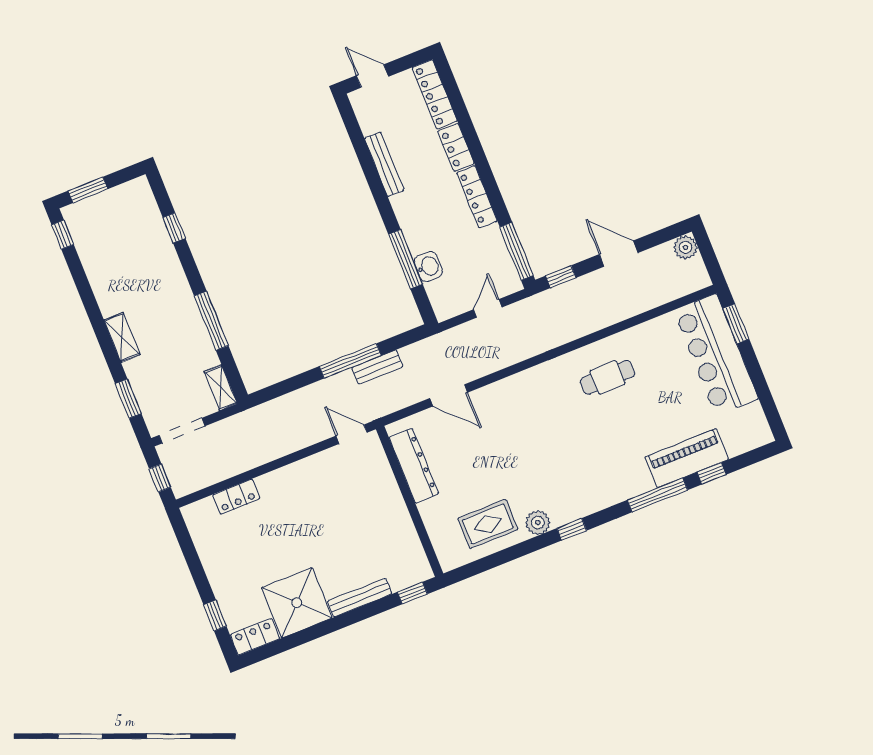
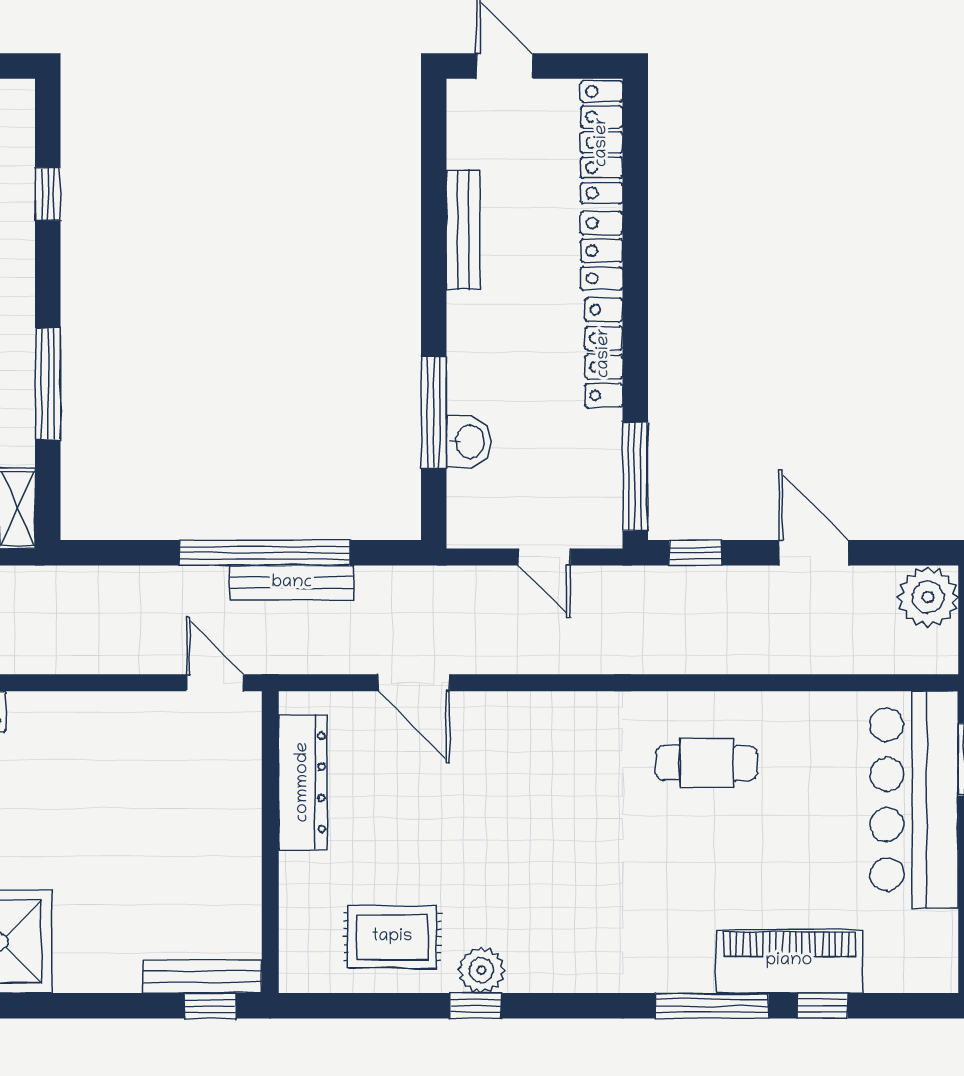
plant: (686, 247) -> (928, 597), width x1.36, depth x1.36
door: (488, 308) -> (544, 557), swing flipped
window: (350, 361) -> (265, 553), width x1.46
bench: (377, 367) -> (292, 583), width x1.36
window: (572, 529) -> (476, 1006), moved
bench: (360, 598) -> (202, 977), moved

